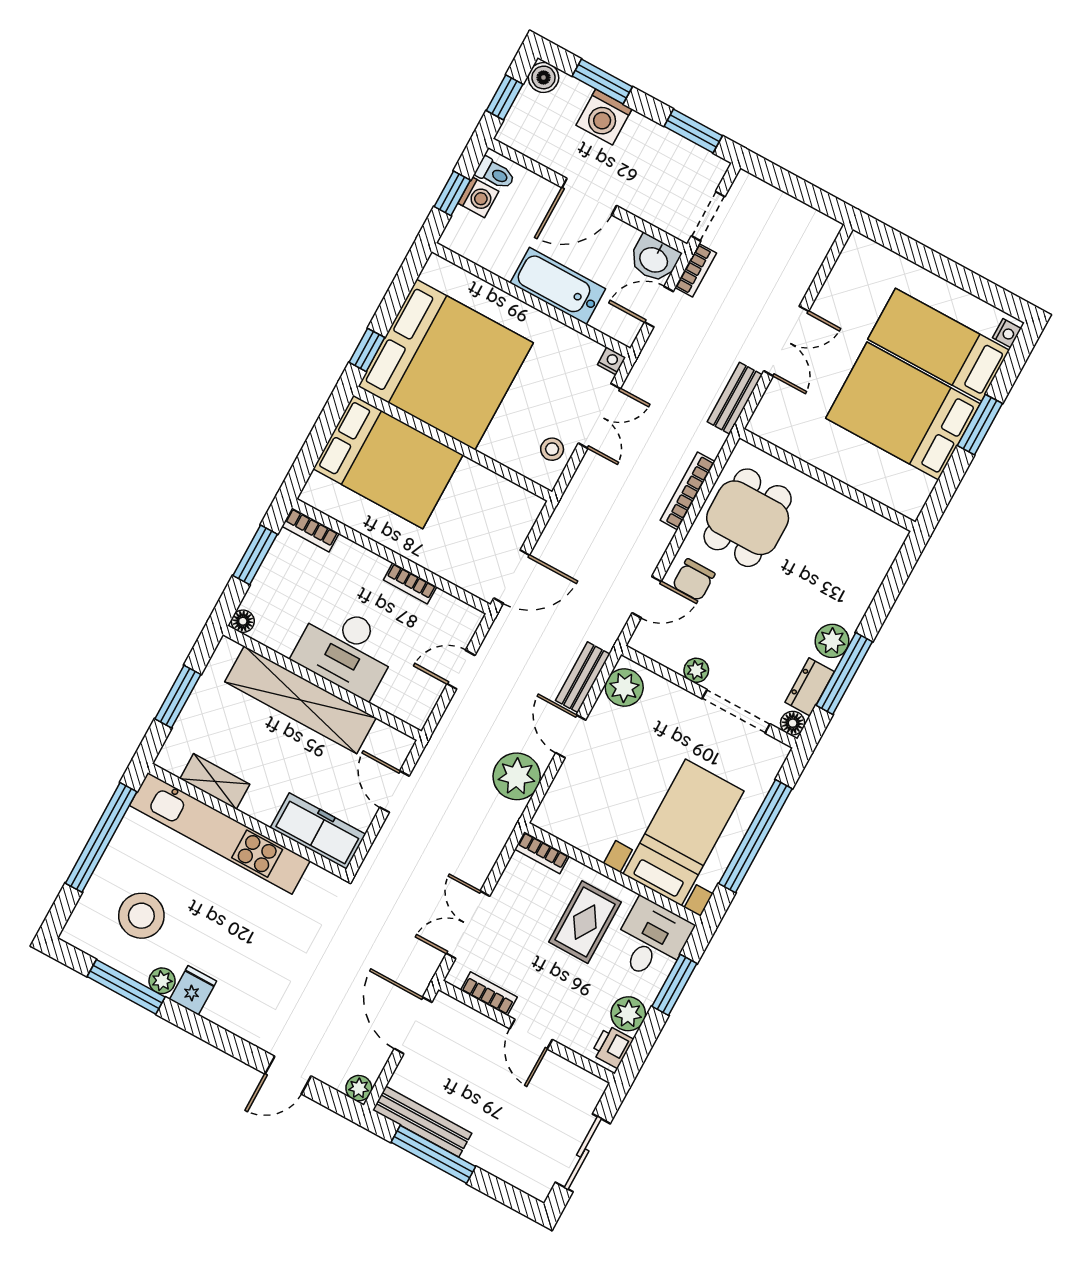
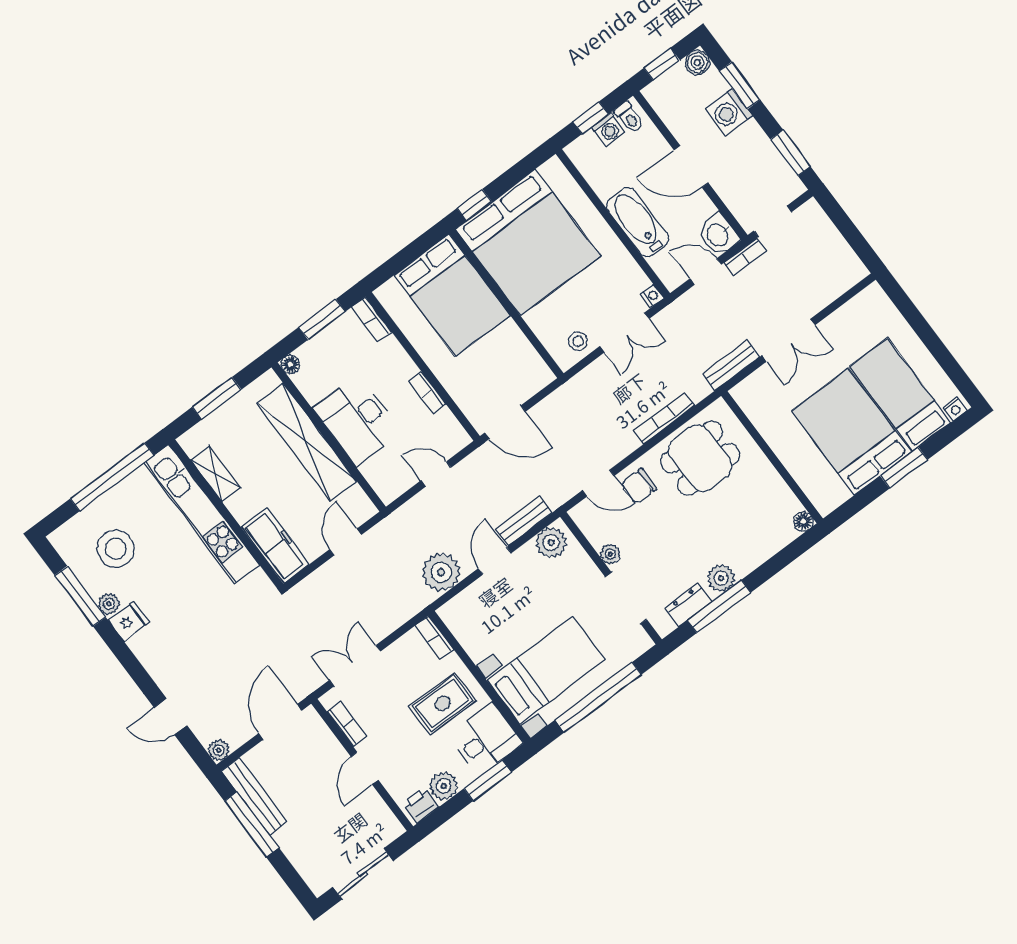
floor lamp: (793, 723) -> (803, 521), moved

